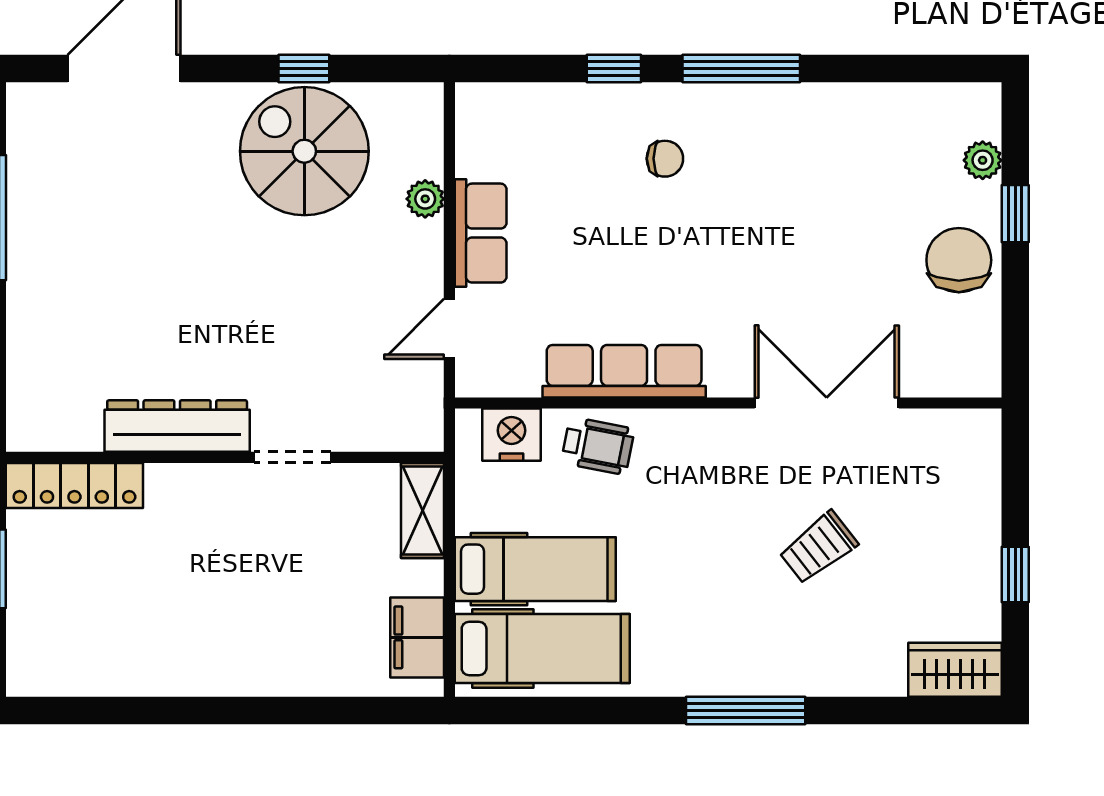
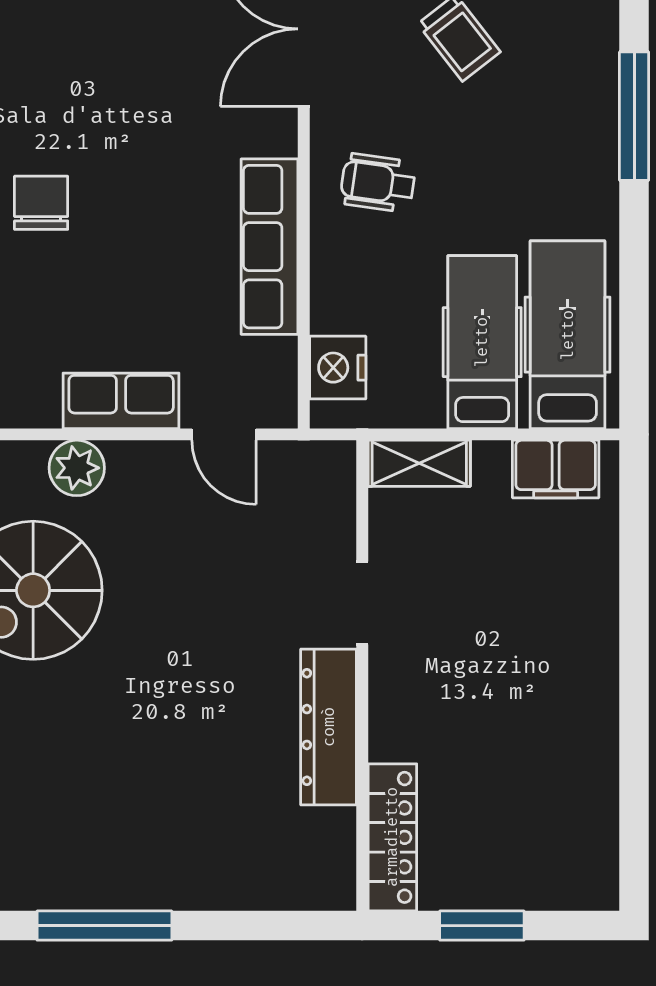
chair: (665, 159) -> (41, 203), width x1.37, depth x1.37
plant: (425, 199) -> (77, 468), width x1.38, depth x1.38
wheelchair: (598, 446) -> (378, 183), moved, turned -93

